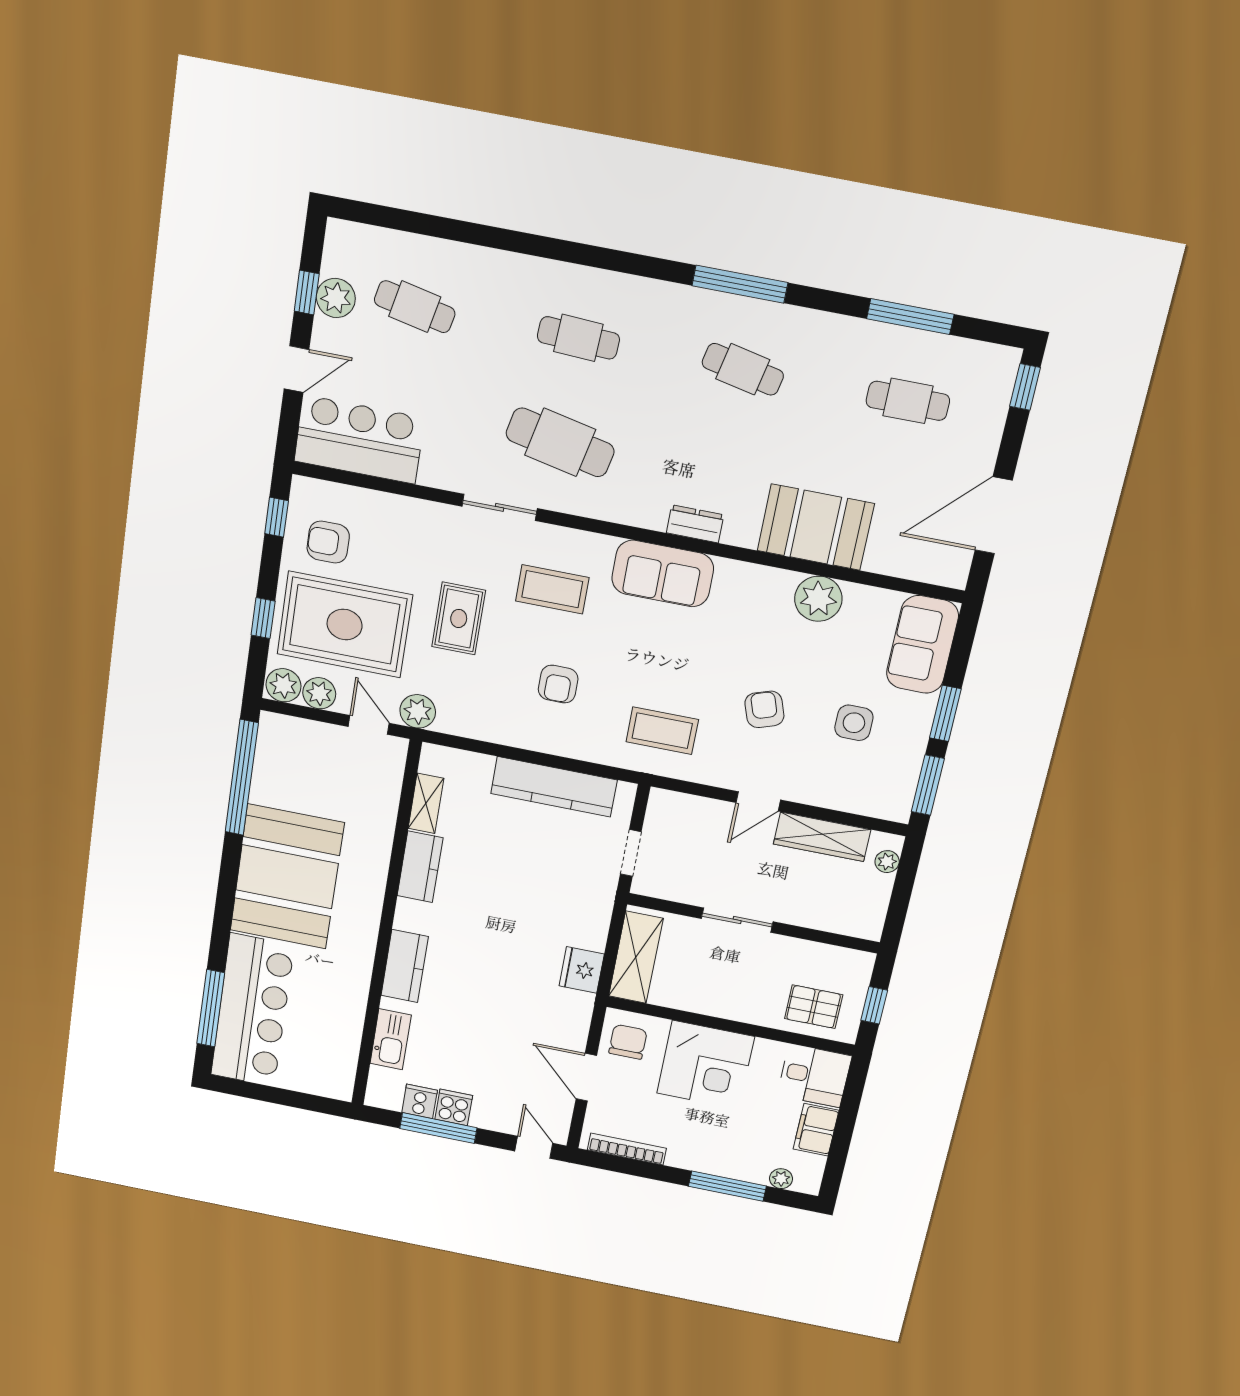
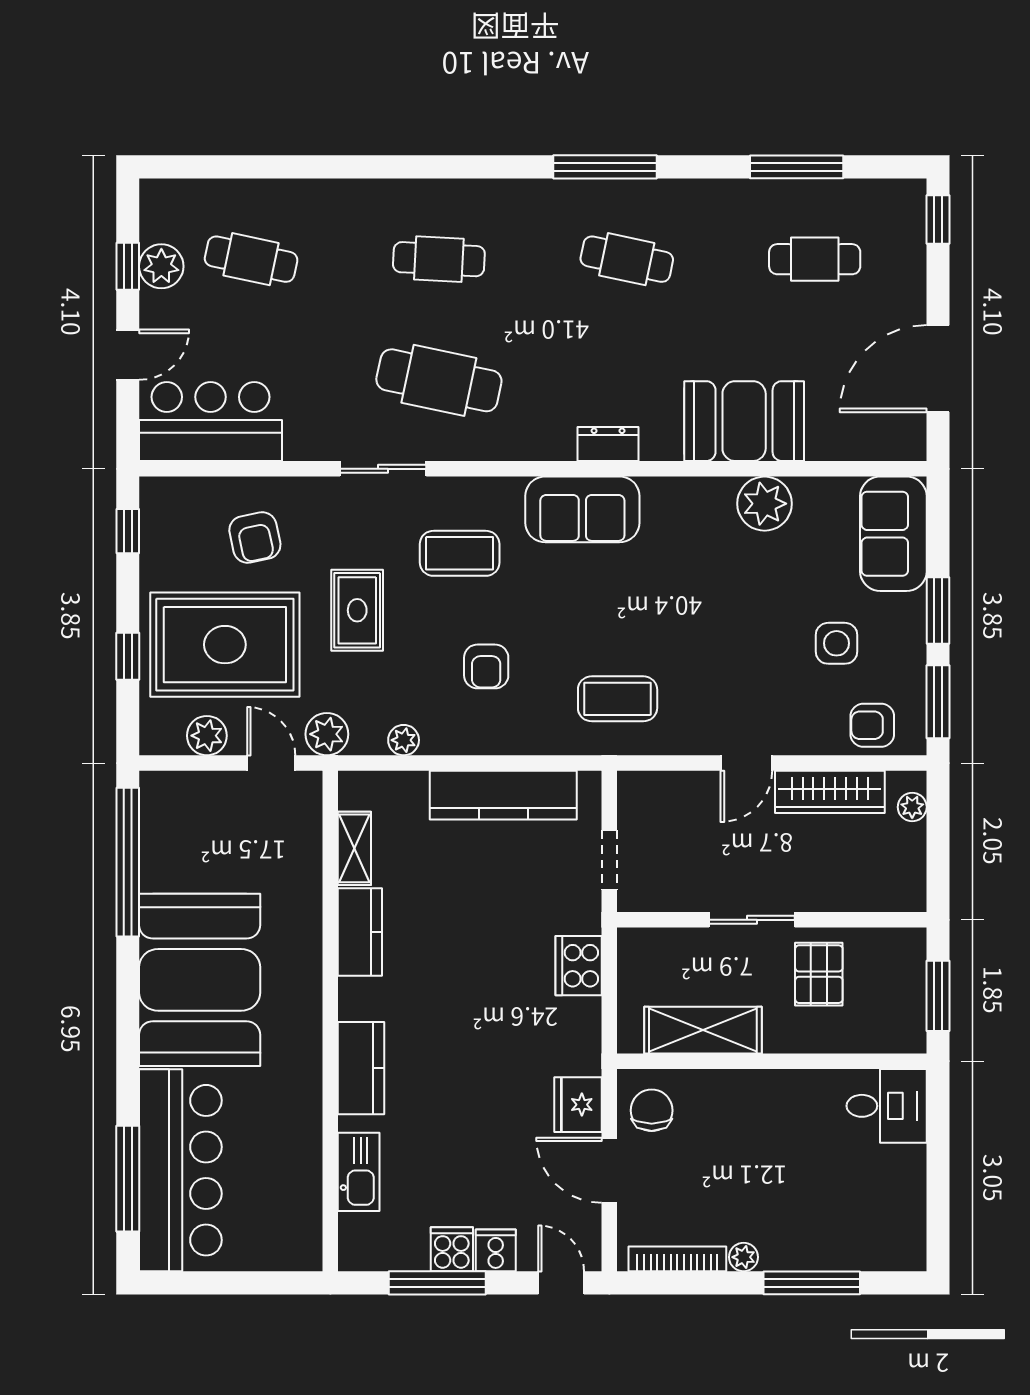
armchair: (328, 542) -> (255, 537), moved, turned -102
plant: (283, 685) -> (404, 740), moved, width x0.73, depth x0.73
armchair: (764, 709) -> (872, 725), moved, turned -71
cooker: (591, 926) -> (579, 966), added
shelving: (636, 957) -> (703, 1030), moved, turned 90
fridge: (582, 970) -> (578, 1105), moved
window: (874, 1005) -> (938, 996), width x1.50
pallet: (814, 1007) -> (819, 974), moved, turned 90
corner desk: (705, 1065) -> (752, 1121), removed
cooker: (420, 1101) -> (496, 1250), moved
filing cabinet: (816, 1130) -> (904, 1179), removed
plant: (781, 1179) -> (744, 1257), moved

